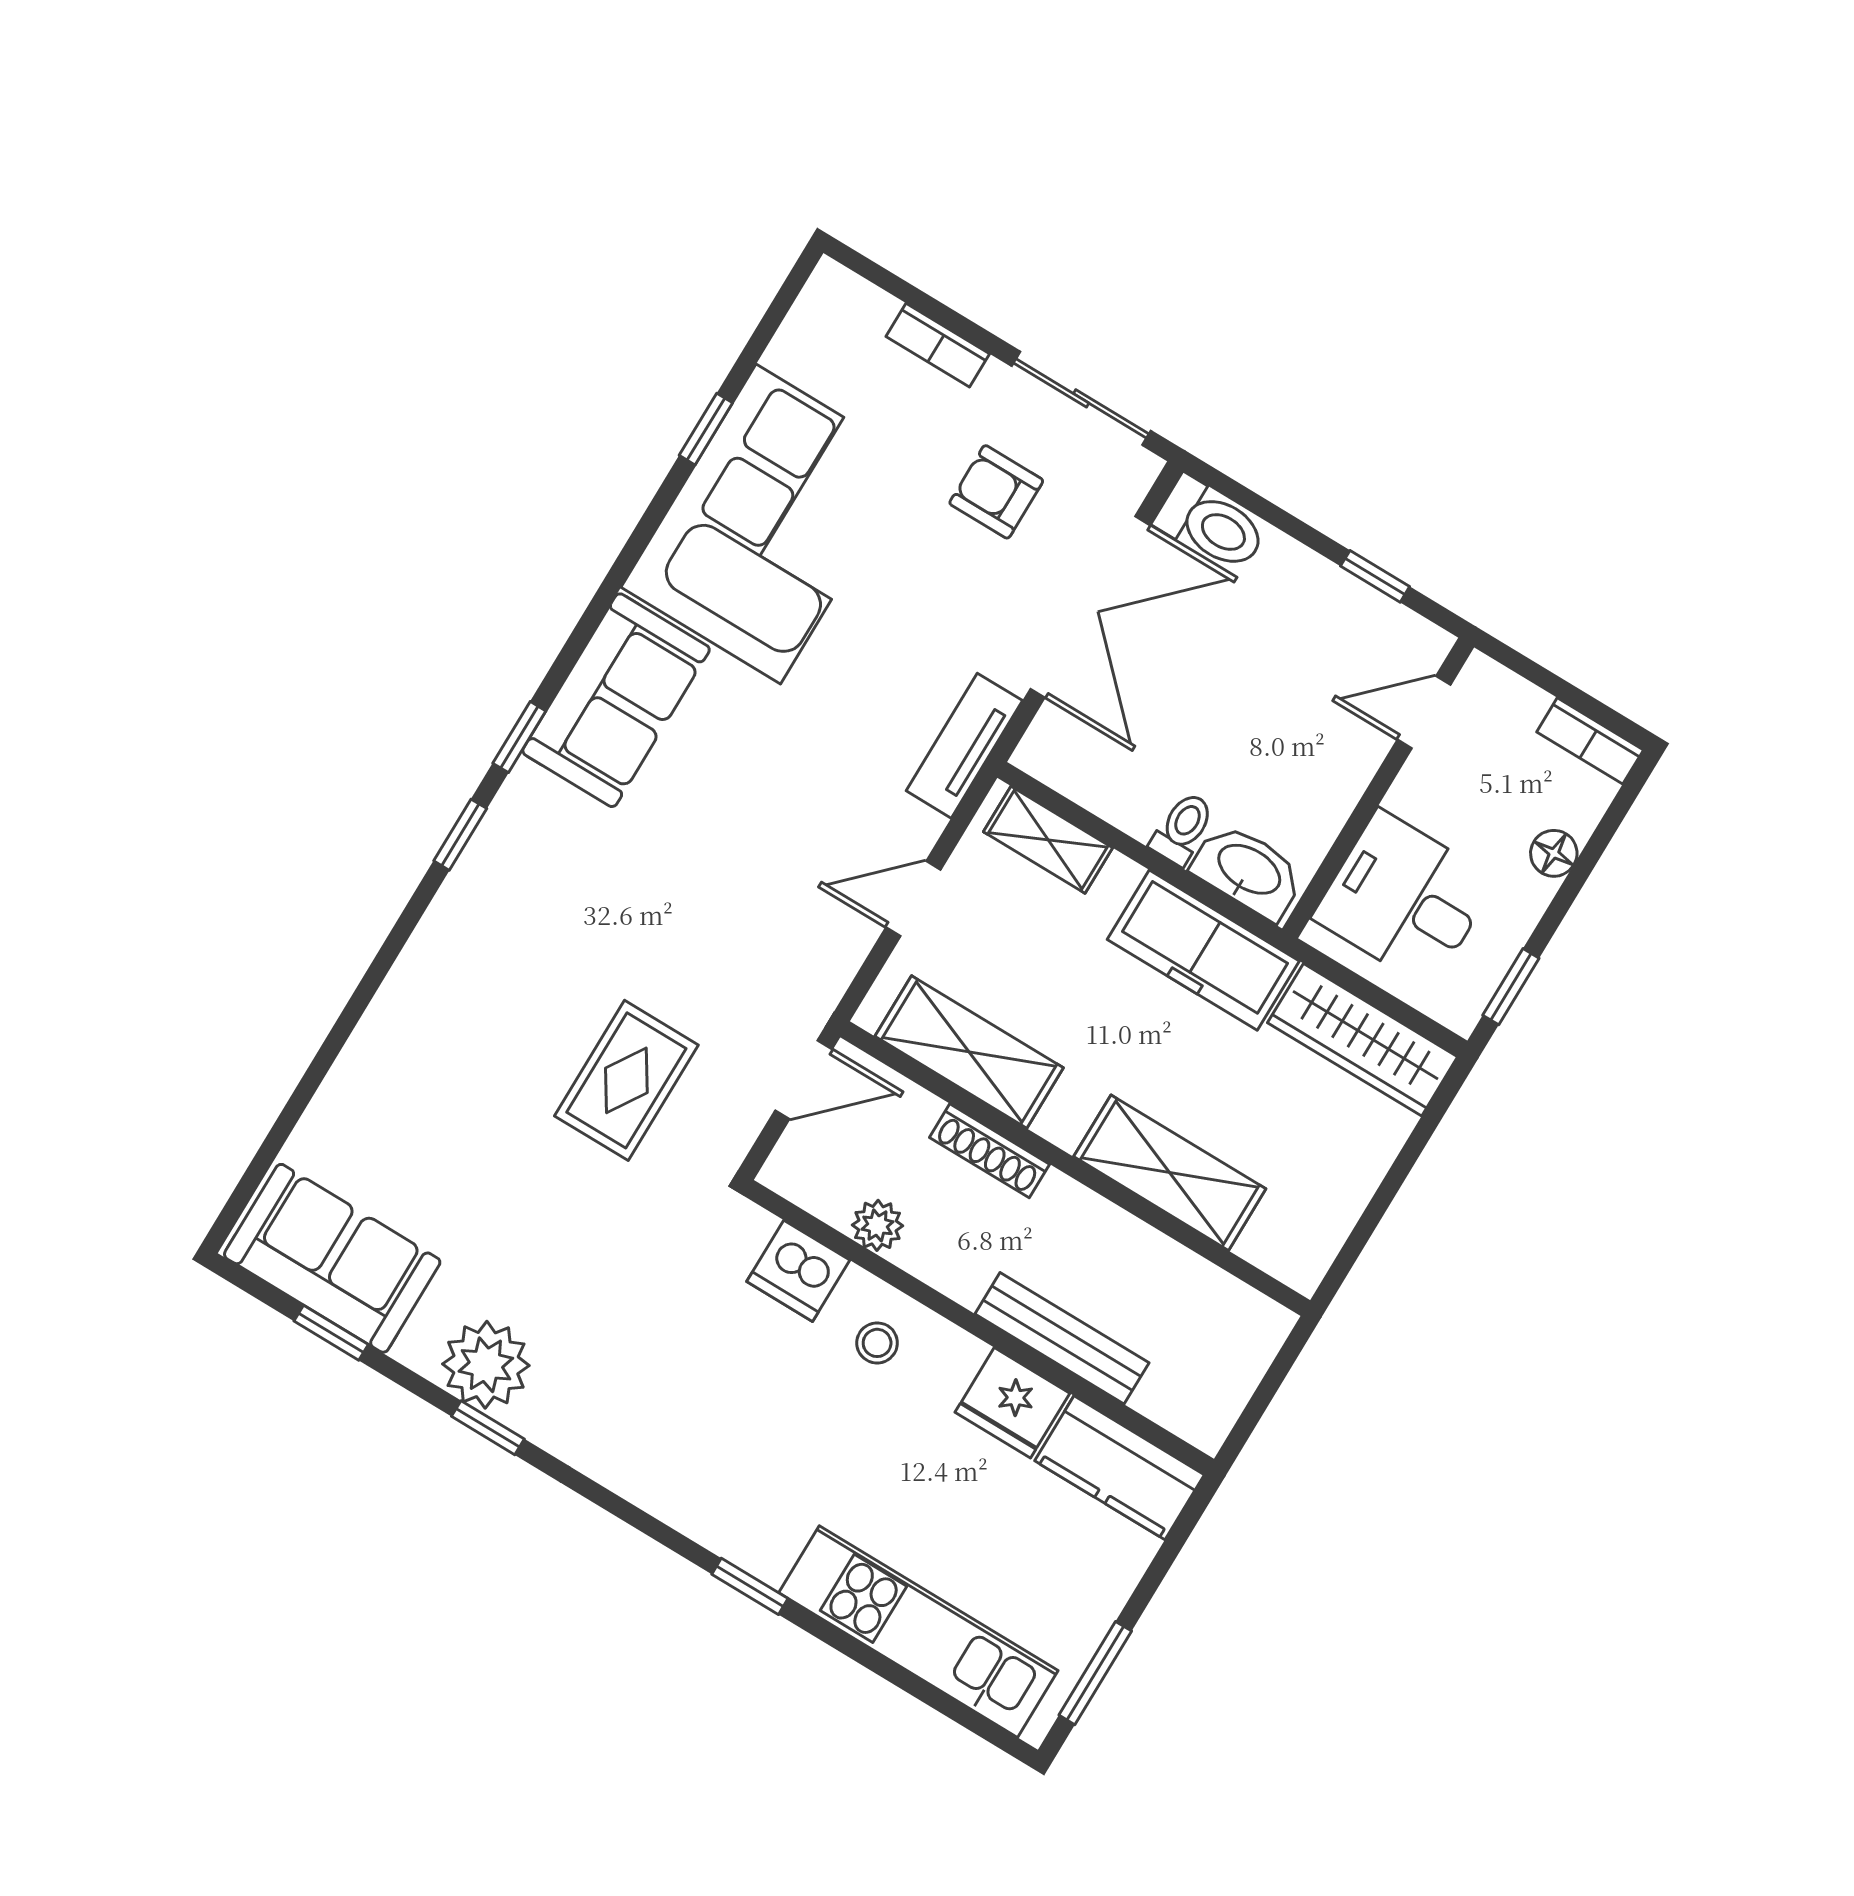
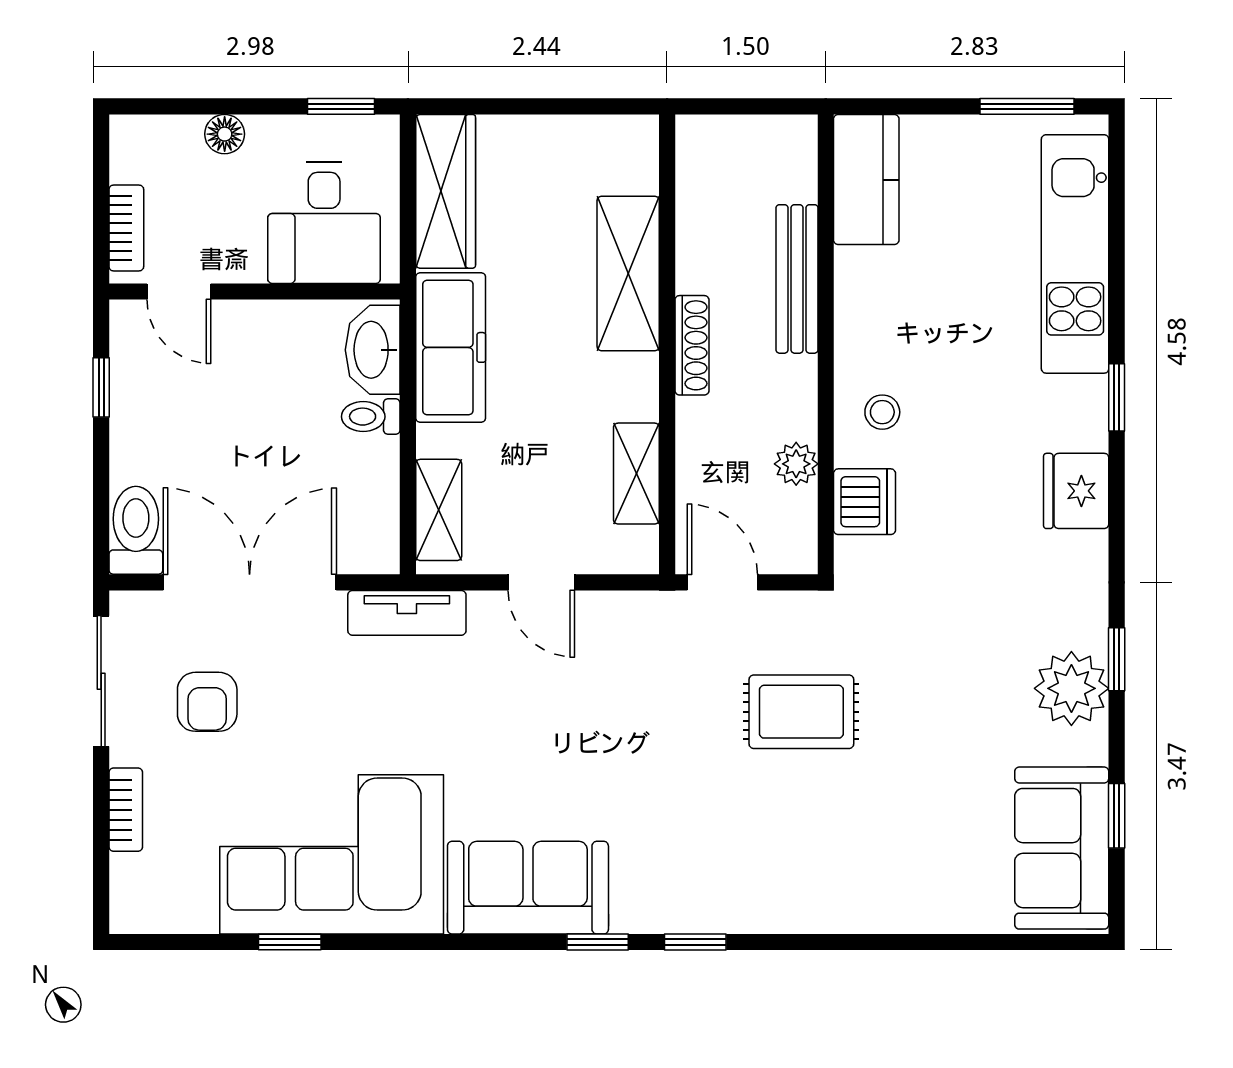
bookcase: (1590, 741) -> (126, 228), moved
shelving: (969, 1052) -> (636, 474), width x0.67, depth x0.75
shoe rack: (990, 1151) -> (692, 345), moved
fridge: (1012, 1403) -> (1076, 491), moved, turned 180

